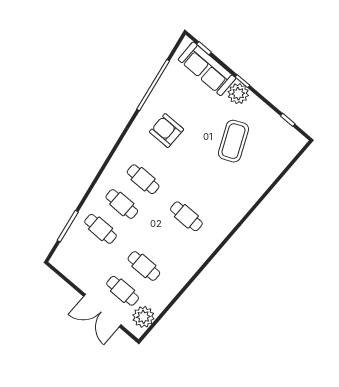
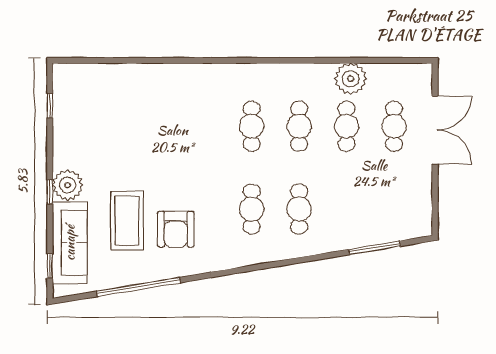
coffee table: (233, 141) -> (127, 220), moved, turned -66
cafe table: (101, 229) -> (299, 126), moved
plant: (143, 317) -> (351, 79), moved

